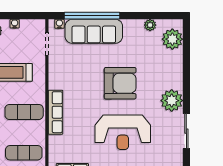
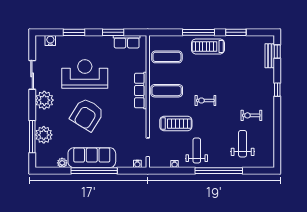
window: (92, 16) -> (94, 171), moved
sofa: (94, 31) -> (92, 158), moved
plant: (172, 39) -> (44, 135), moved
window: (186, 57) -> (32, 137), added
armchair: (120, 83) -> (87, 115), turned -58

